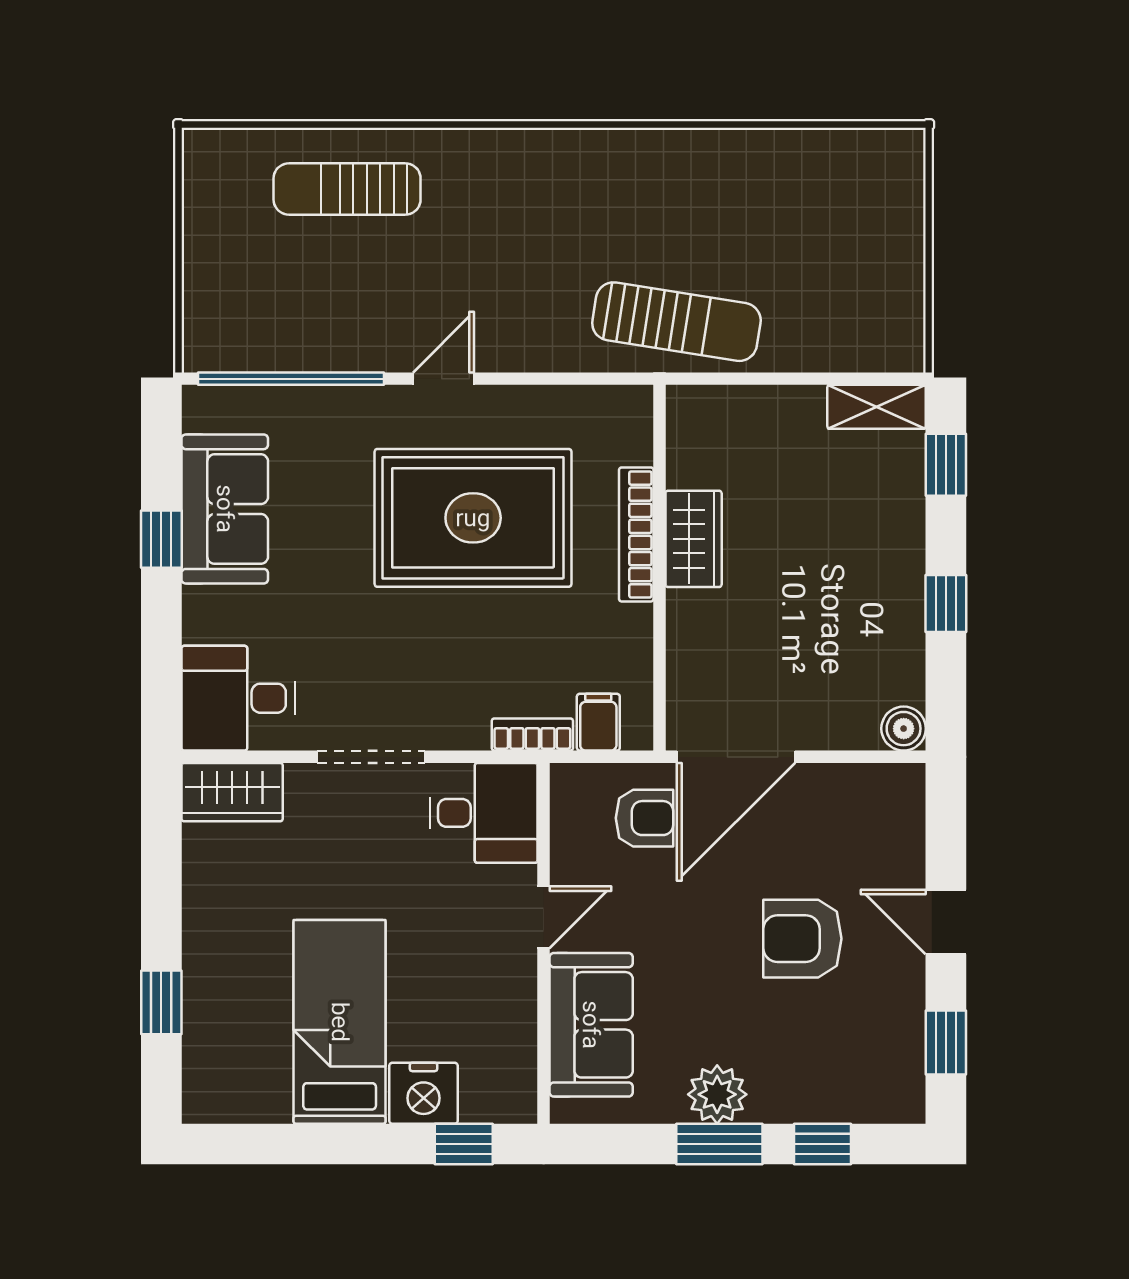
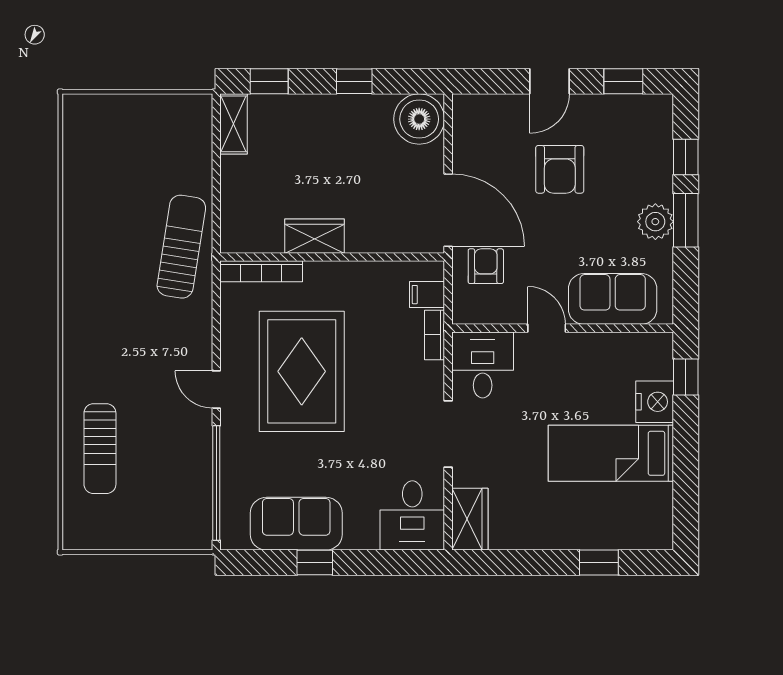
bookcase: (636, 534) -> (261, 271), moved
boiler: (904, 729) -> (419, 119), width x1.86, depth x1.86

